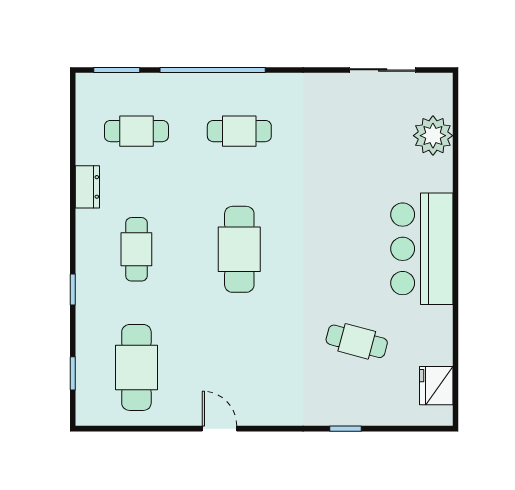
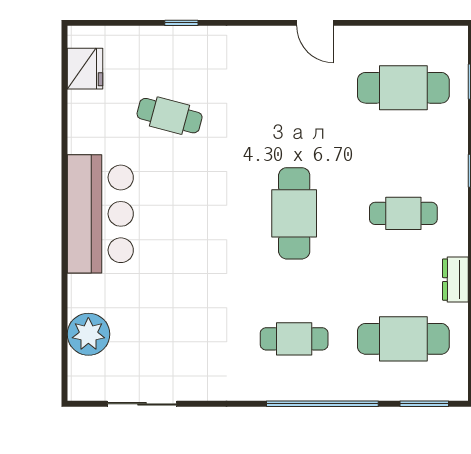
cafe table: (136, 131) -> (403, 339), width x1.37, depth x1.35
cafe table: (136, 249) -> (403, 213), turned 90
cafe table: (136, 367) -> (403, 88), turned 90

